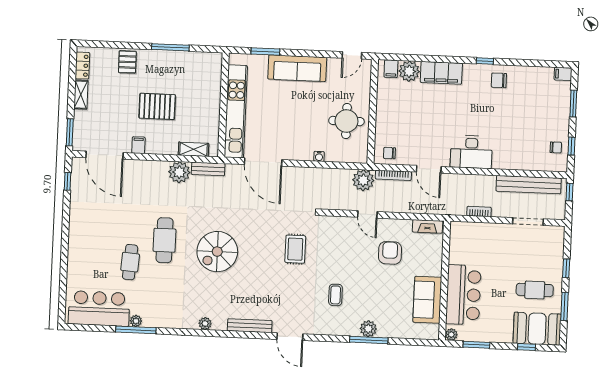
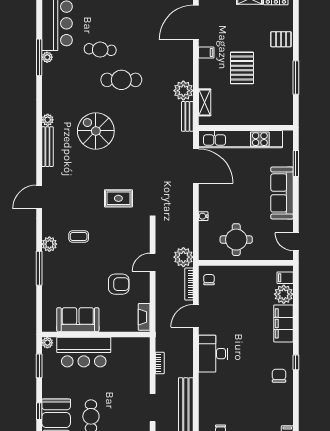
door: (263, 162) -> (196, 166), swing flipped
spiral stairs: (217, 252) -> (96, 131), moved
bench: (250, 326) -> (47, 147), moved
plant: (368, 329) -> (49, 244), moved

